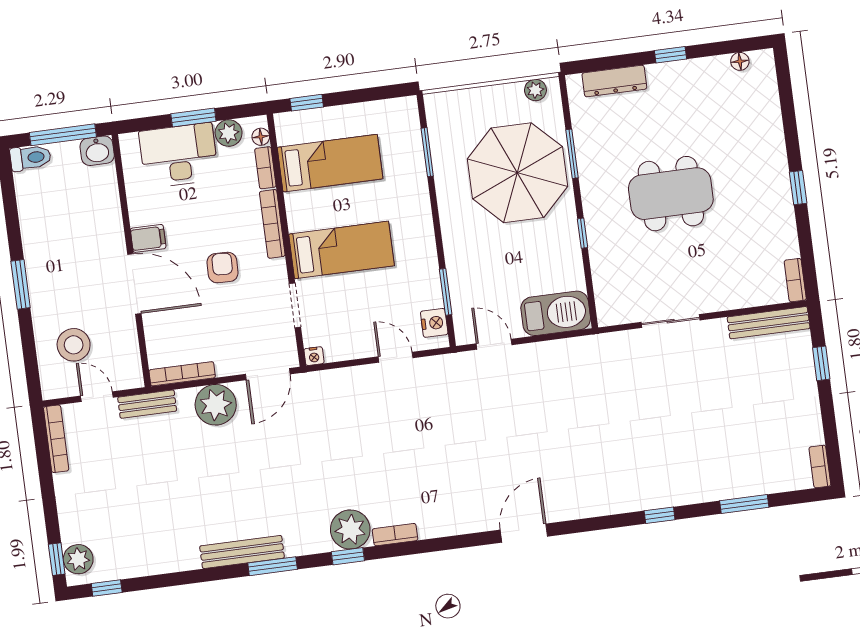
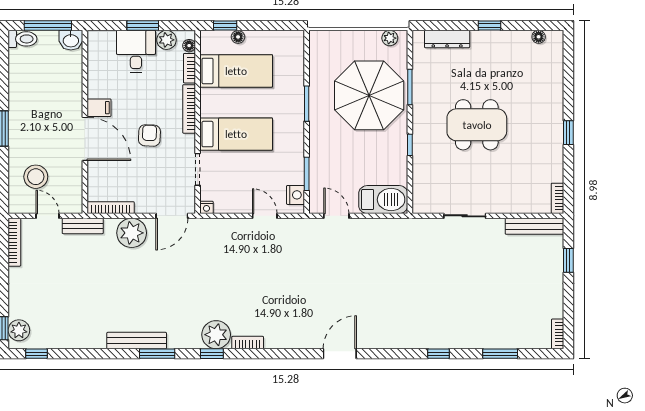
floor lamp: (327, 116) -> (238, 37), added
window: (427, 152) -> (307, 104), moved
desk: (179, 155) -> (136, 51), width x0.73

